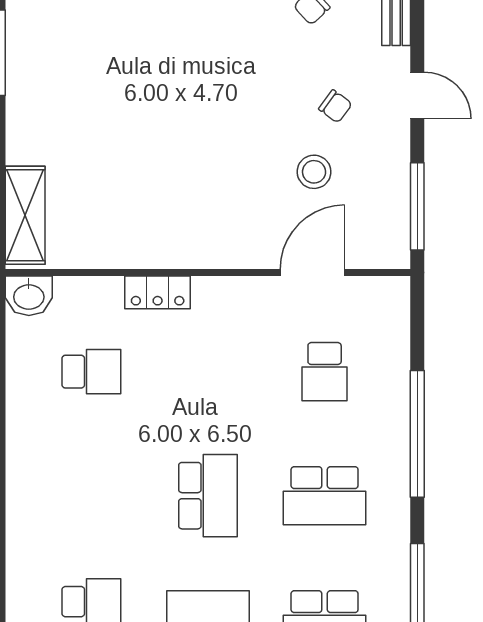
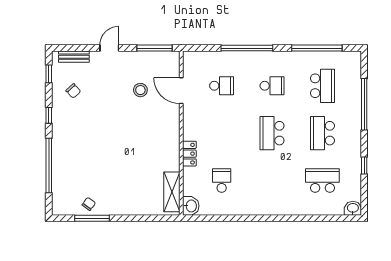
chair: (335, 106) -> (89, 204), moved
shelving: (25, 215) -> (172, 192), moved, turned 90
school desk: (208, 496) -> (272, 133), turned -90
school desk: (325, 496) -> (272, 86), width x0.54

